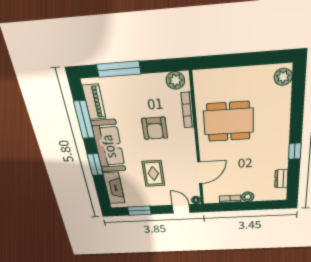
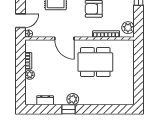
plant: (283, 77) -> (73, 99), moved
dining table: (229, 122) -> (95, 62), turned 90
door: (200, 173) -> (64, 38), moved

